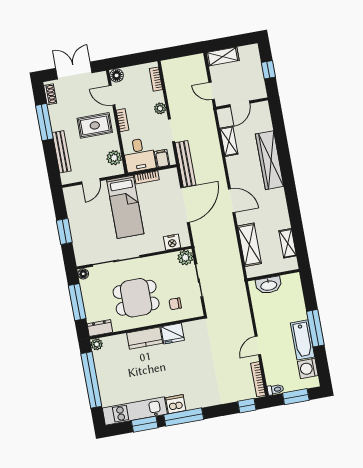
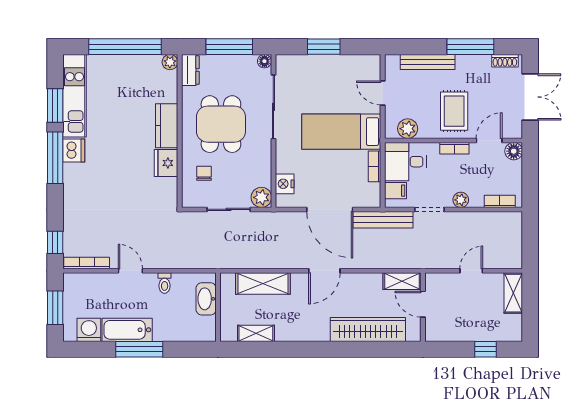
door: (240, 104) -> (423, 304), moved
wall: (242, 104) -> (423, 307), moved
toilet: (275, 390) -> (165, 283), moved

